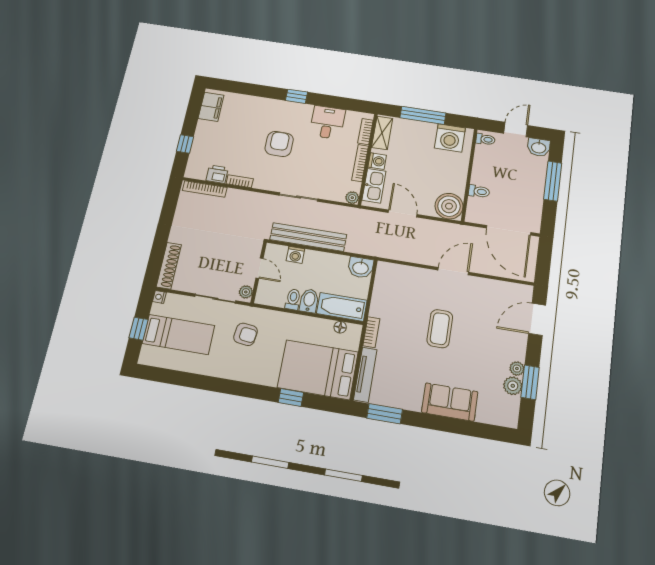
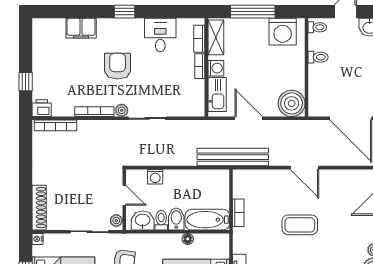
filing cabinet: (211, 107) -> (81, 28), moved, turned 90
bookcase: (360, 163) -> (200, 66), width x0.64
printer: (217, 174) -> (42, 108), moved
bookcase: (240, 181) -> (94, 112), width x1.56
toilet: (479, 191) -> (318, 57), moved
plant: (352, 198) -> (122, 110), moved
bench: (308, 237) -> (233, 157), moved
washbasin: (361, 268) -> (143, 221), moved, turned 180
door: (453, 271) -> (305, 168), swing flipped
floor lamp: (340, 327) -> (188, 239), moved
coffee table: (440, 329) -> (300, 225), turned 90
bookcase: (371, 332) -> (238, 213), moved

